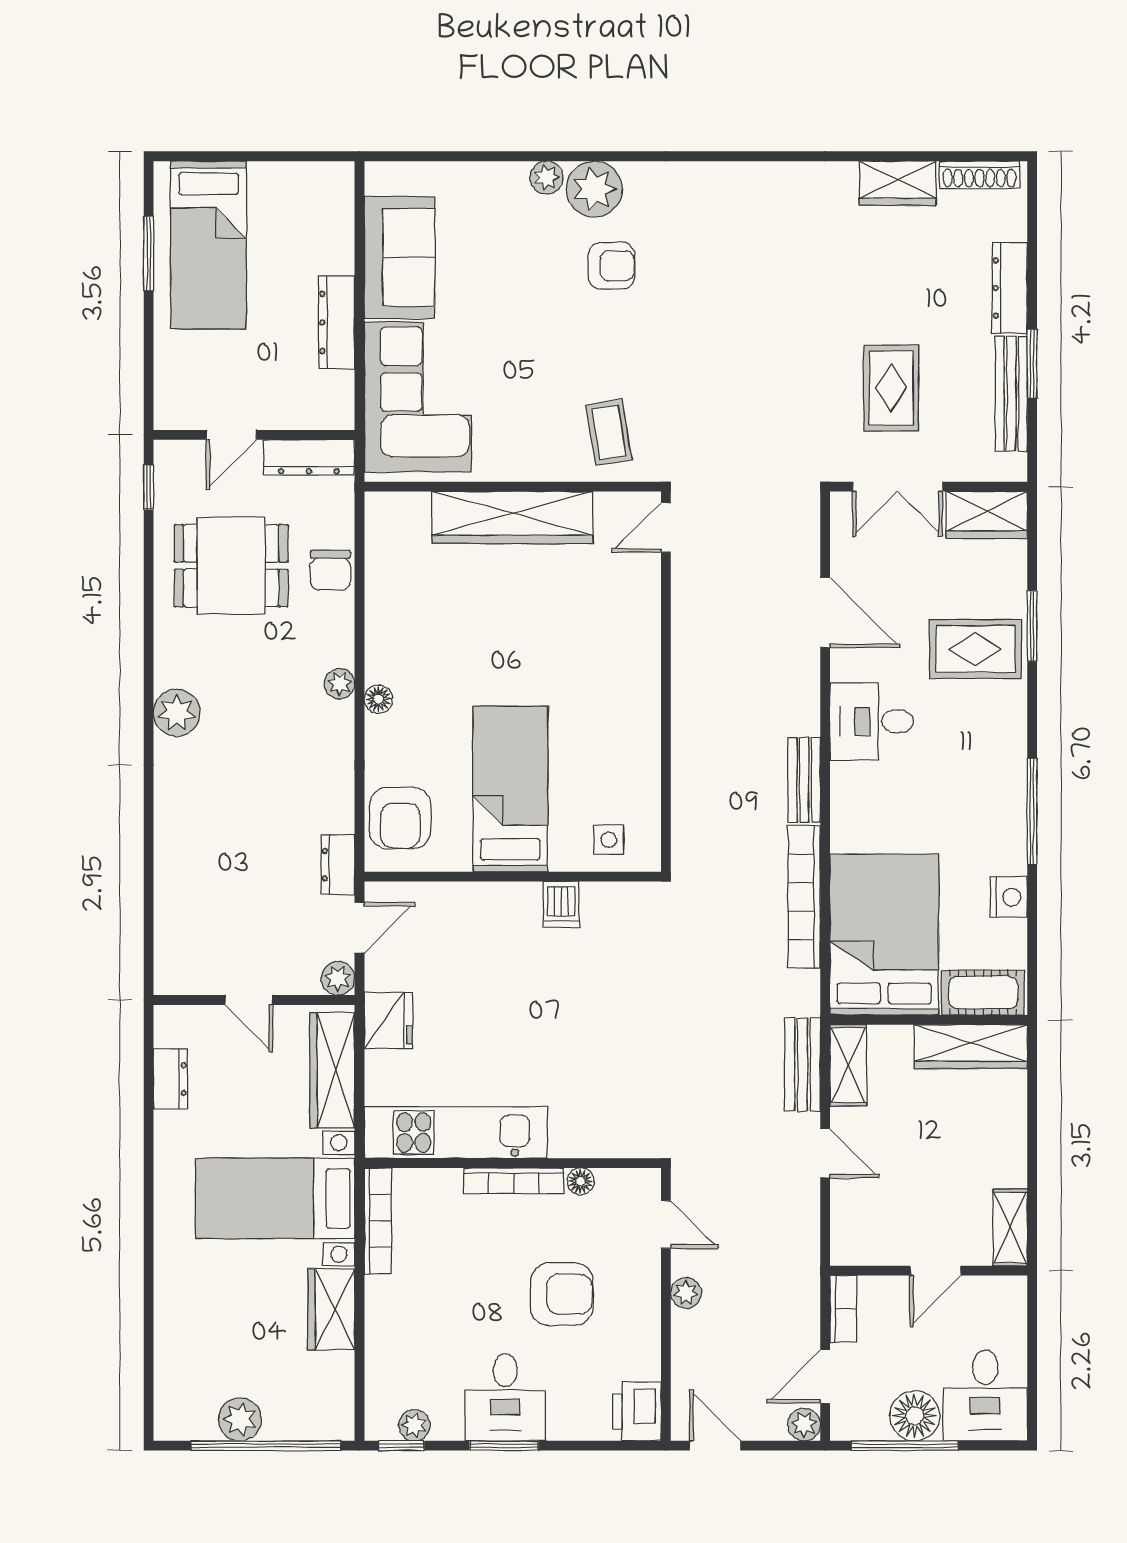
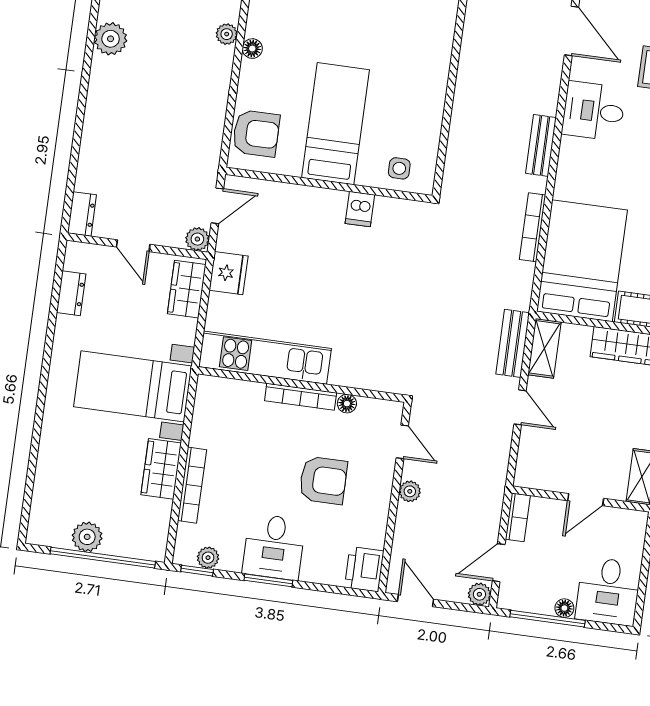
armchair: (400, 818) -> (256, 133), turned -90
dresser: (338, 865) -> (82, 214), moved, turned 180
bookcase: (804, 897) -> (533, 227), width x0.68, depth x0.76
wardrobe: (332, 1070) -> (187, 289), width x0.67
bookcase: (378, 1221) -> (192, 485), moved
floor lamp: (915, 1416) -> (564, 608), width x0.53, depth x0.53

